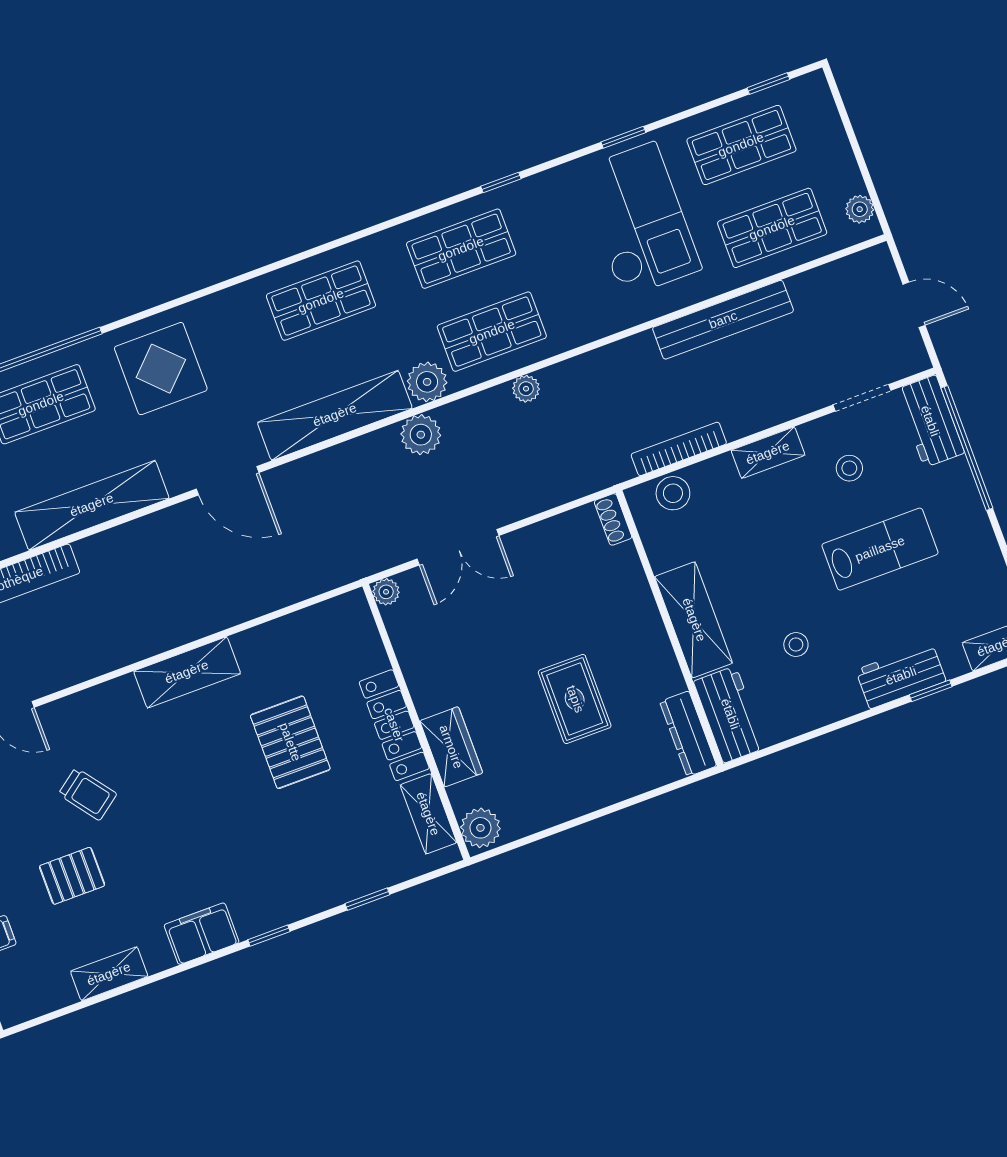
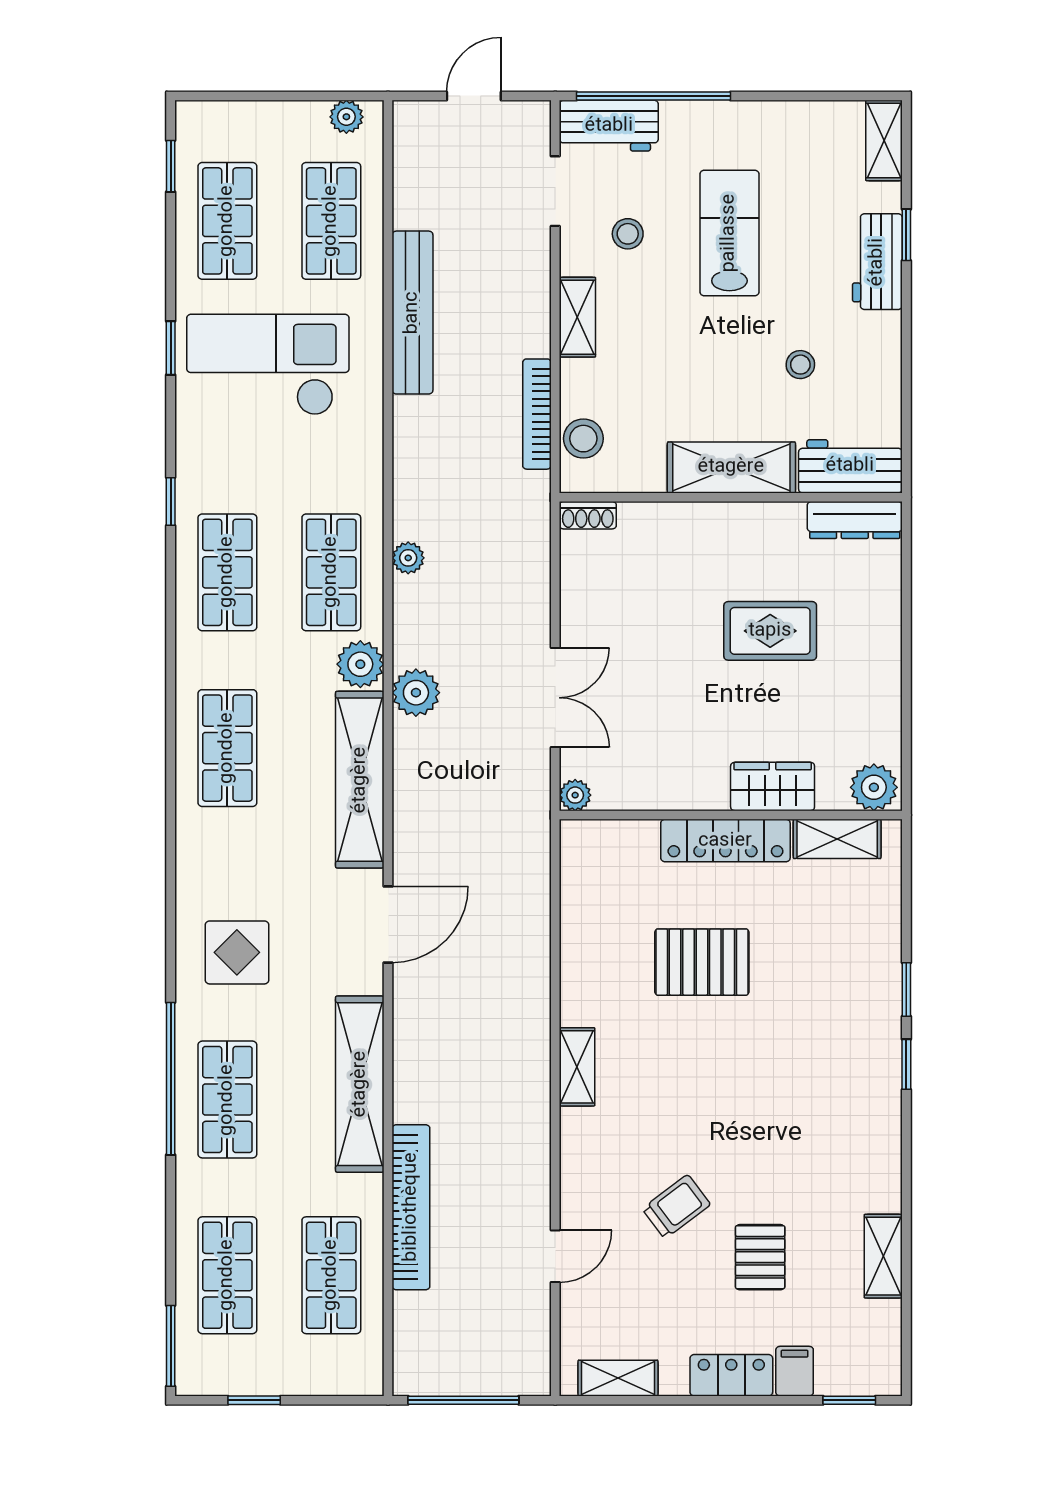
display table: (161, 369) -> (237, 952), width x0.73, depth x0.73
shelving: (187, 672) -> (577, 1067), width x0.67, depth x0.75
window: (367, 899) -> (906, 990), moved
filing cabinet: (202, 934) -> (877, 1138), removed

